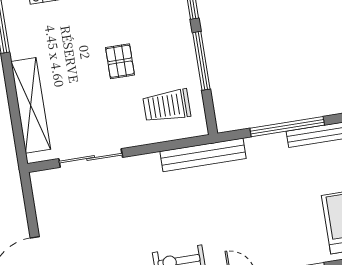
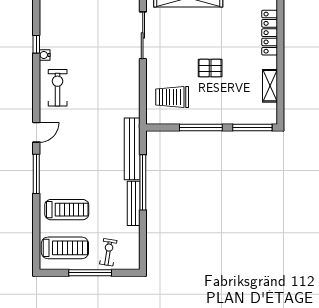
trolley: (167, 106) -> (172, 97), turned -90
bench: (203, 155) -> (132, 149), moved

